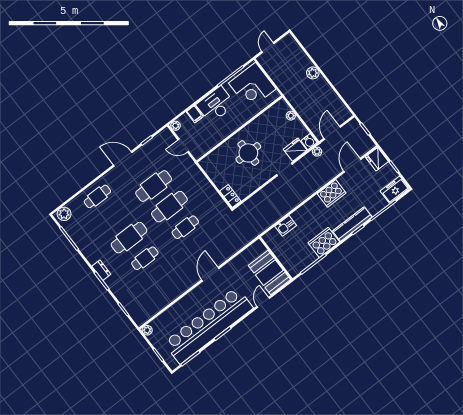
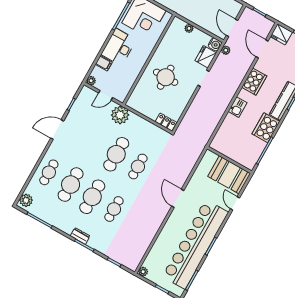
plant: (189, 171) -> (120, 115), added
cafe table: (154, 186) -> (71, 185), moved
kitchen sink: (286, 226) -> (238, 107), moved

